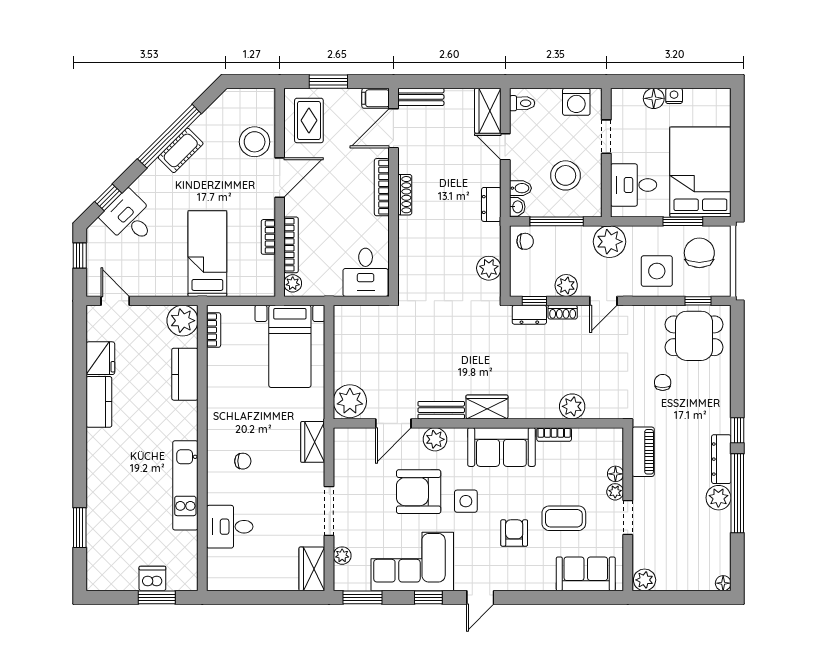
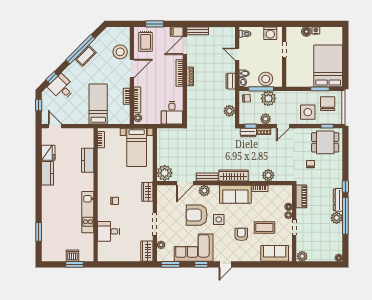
wardrobe: (488, 111) -> (229, 37), removed
stool: (565, 175) -> (266, 79), moved
desk: (634, 185) -> (297, 72), removed
plant: (609, 242) -> (268, 98), moved
plant: (182, 321) -> (87, 135), removed
wardrobe: (487, 407) -> (233, 176), width x1.50

